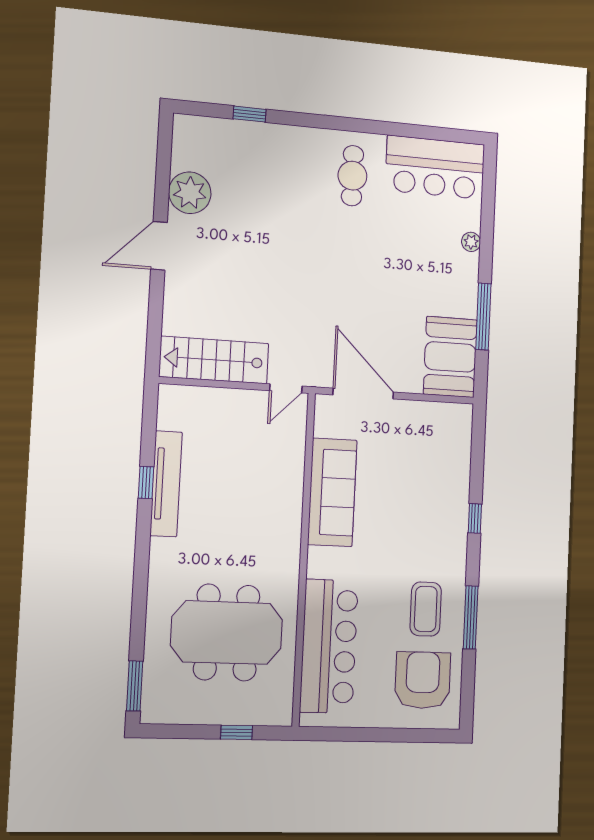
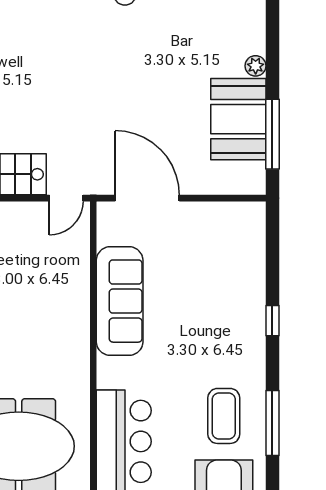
plant: (471, 242) -> (256, 66), moved
window: (483, 317) -> (272, 134), moved
booth: (450, 357) -> (238, 119), moved

